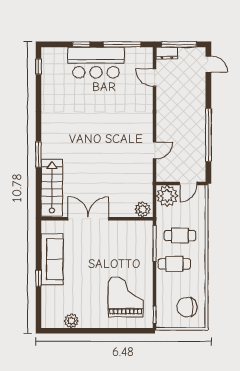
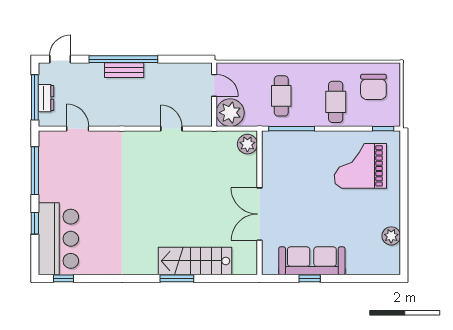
dresser: (167, 53) -> (46, 98), moved
bar counter: (96, 63) -> (58, 239), moved
door: (155, 78) -> (78, 129), swing flipped
bench: (200, 114) -> (124, 70), added
window: (208, 135) -> (123, 59), moved
stairs: (52, 188) -> (195, 261), moved
cafe table: (174, 264) -> (336, 102), moved
window: (38, 278) -> (310, 278), moved

